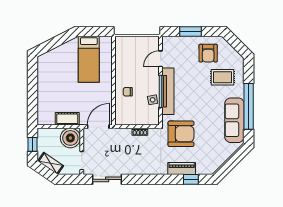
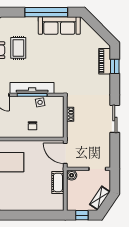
rug: (222, 77) -> (18, 48), moved
armchair: (181, 134) -> (72, 76), removed
boiler: (70, 138) -> (72, 175), width x0.54, depth x0.54
piano: (182, 169) -> (105, 61), moved
sliding door: (107, 179) -> (115, 119), moved

